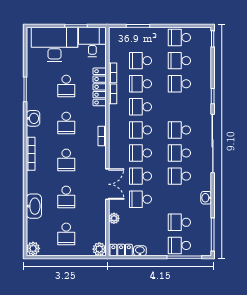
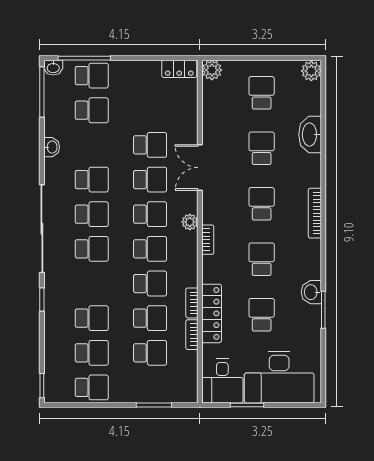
washbasin: (33, 118) -> (311, 292), moved
plant: (114, 218) -> (190, 222), moved
washbasin: (140, 251) -> (53, 68), moved

